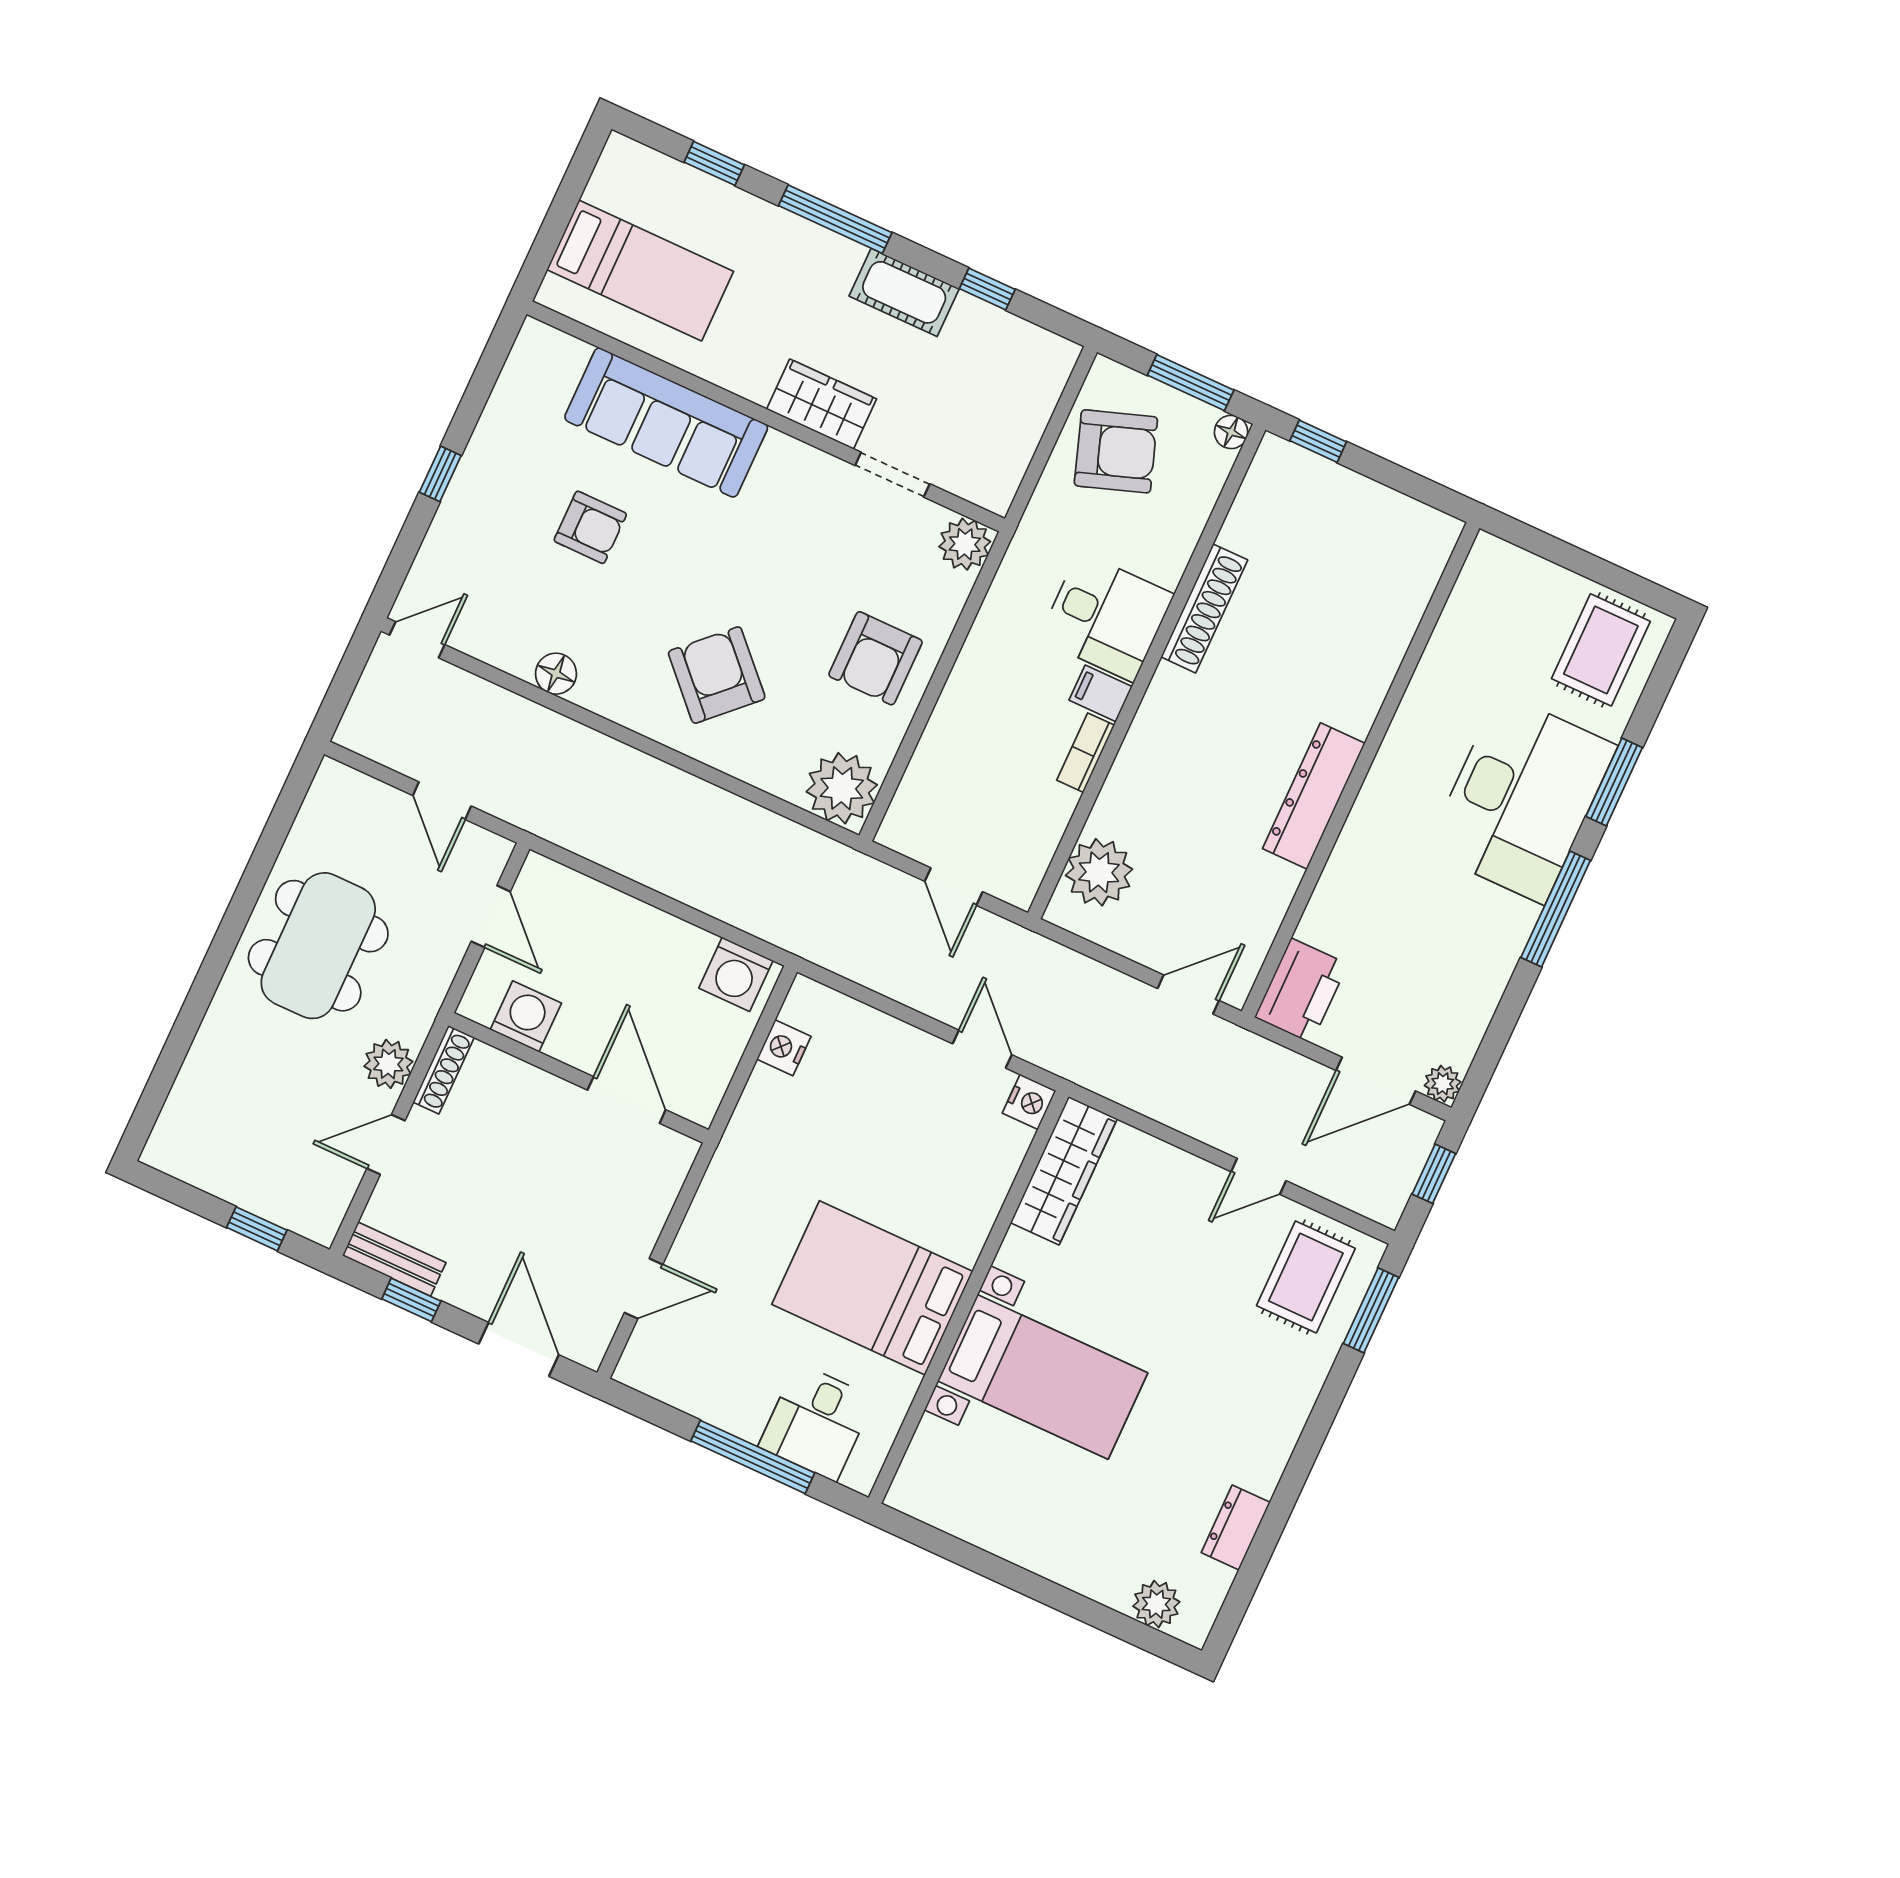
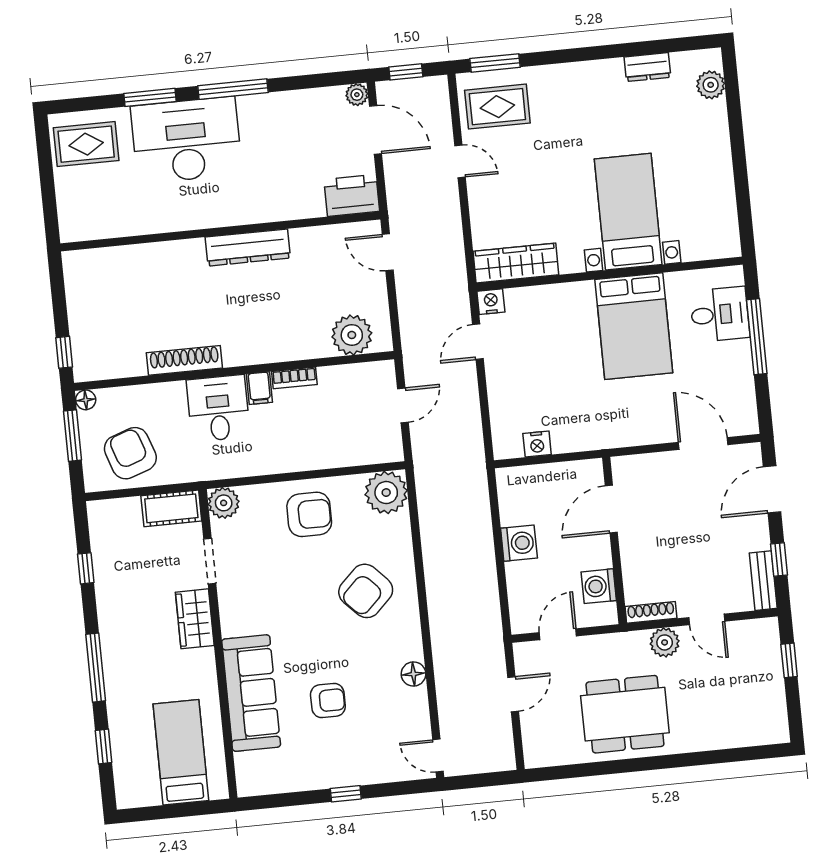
cot: (904, 292) -> (171, 508), moved, turned 90
armchair: (590, 527) -> (328, 700), turned 90
washing machine: (736, 974) -> (519, 543), moved
door: (644, 1289) -> (703, 444), width x1.38

